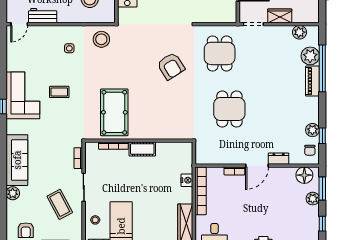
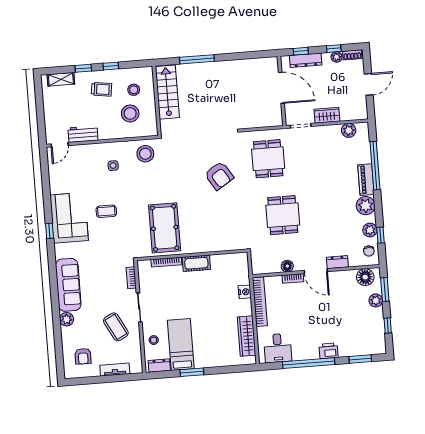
plant: (310, 56) -> (366, 206), moved
floor lamp: (230, 159) -> (287, 266), added
door: (257, 166) -> (316, 271), hinge flipped

